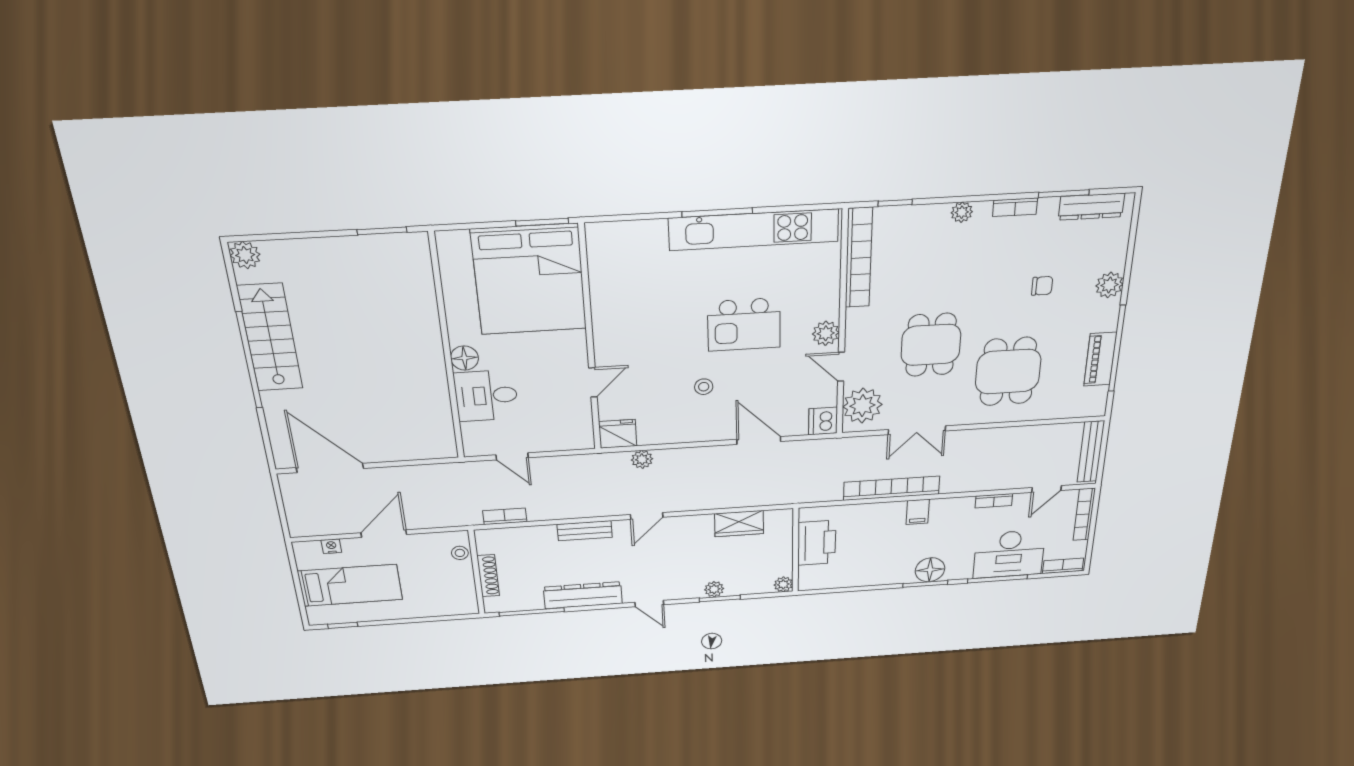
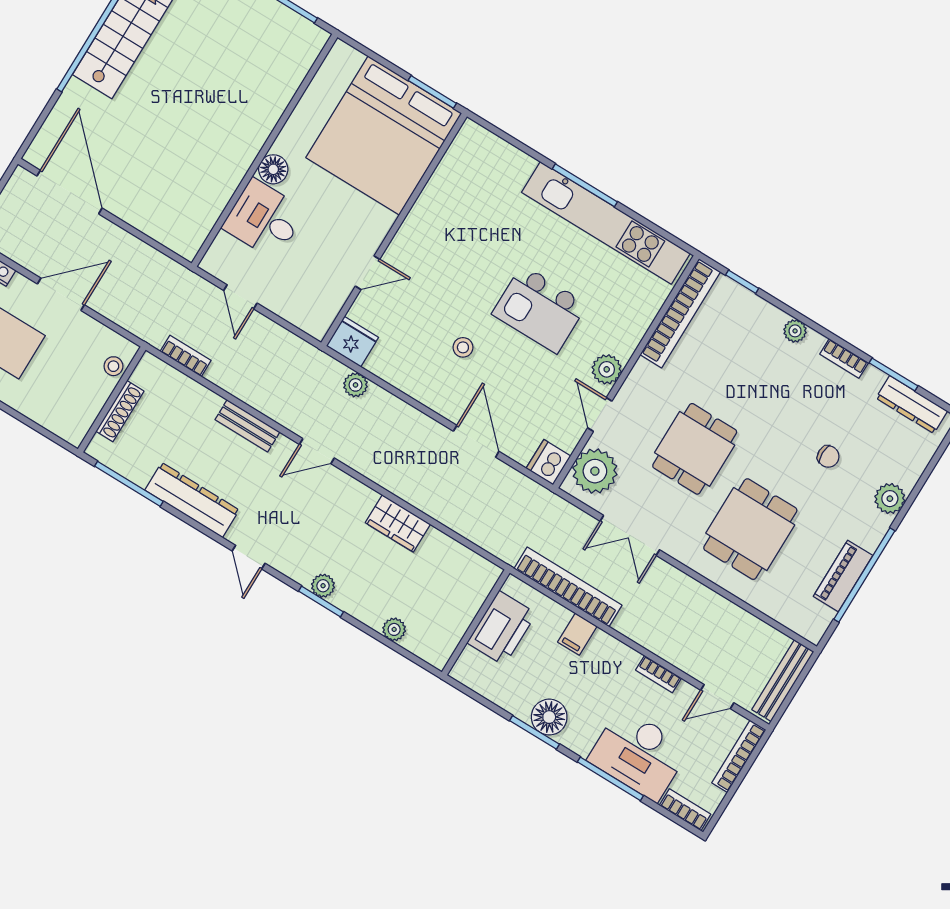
printer: (817, 543) -> (502, 628), moved
wall: (796, 550) -> (476, 622), moved

